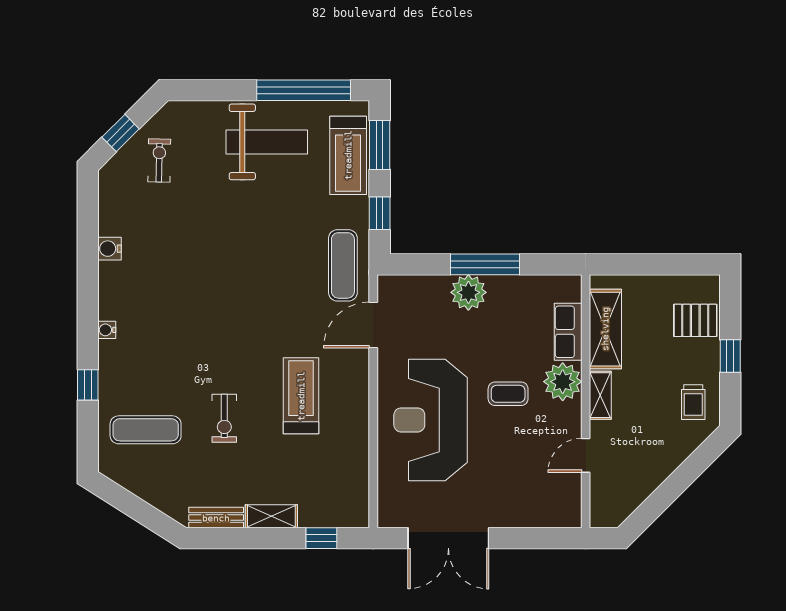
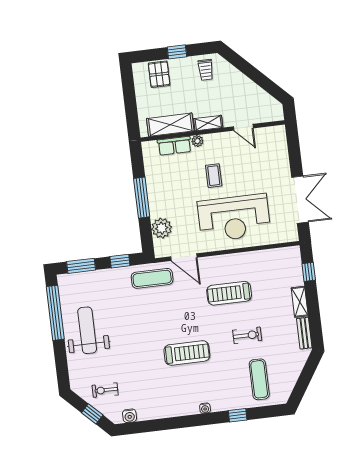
treadmill: (348, 155) -> (187, 353), moved
water cooler: (110, 249) -> (130, 416), moved
plant: (468, 292) -> (162, 228), moved
plant: (563, 382) -> (197, 141), width x0.53, depth x0.53
trolley: (693, 402) -> (206, 70), turned 90

